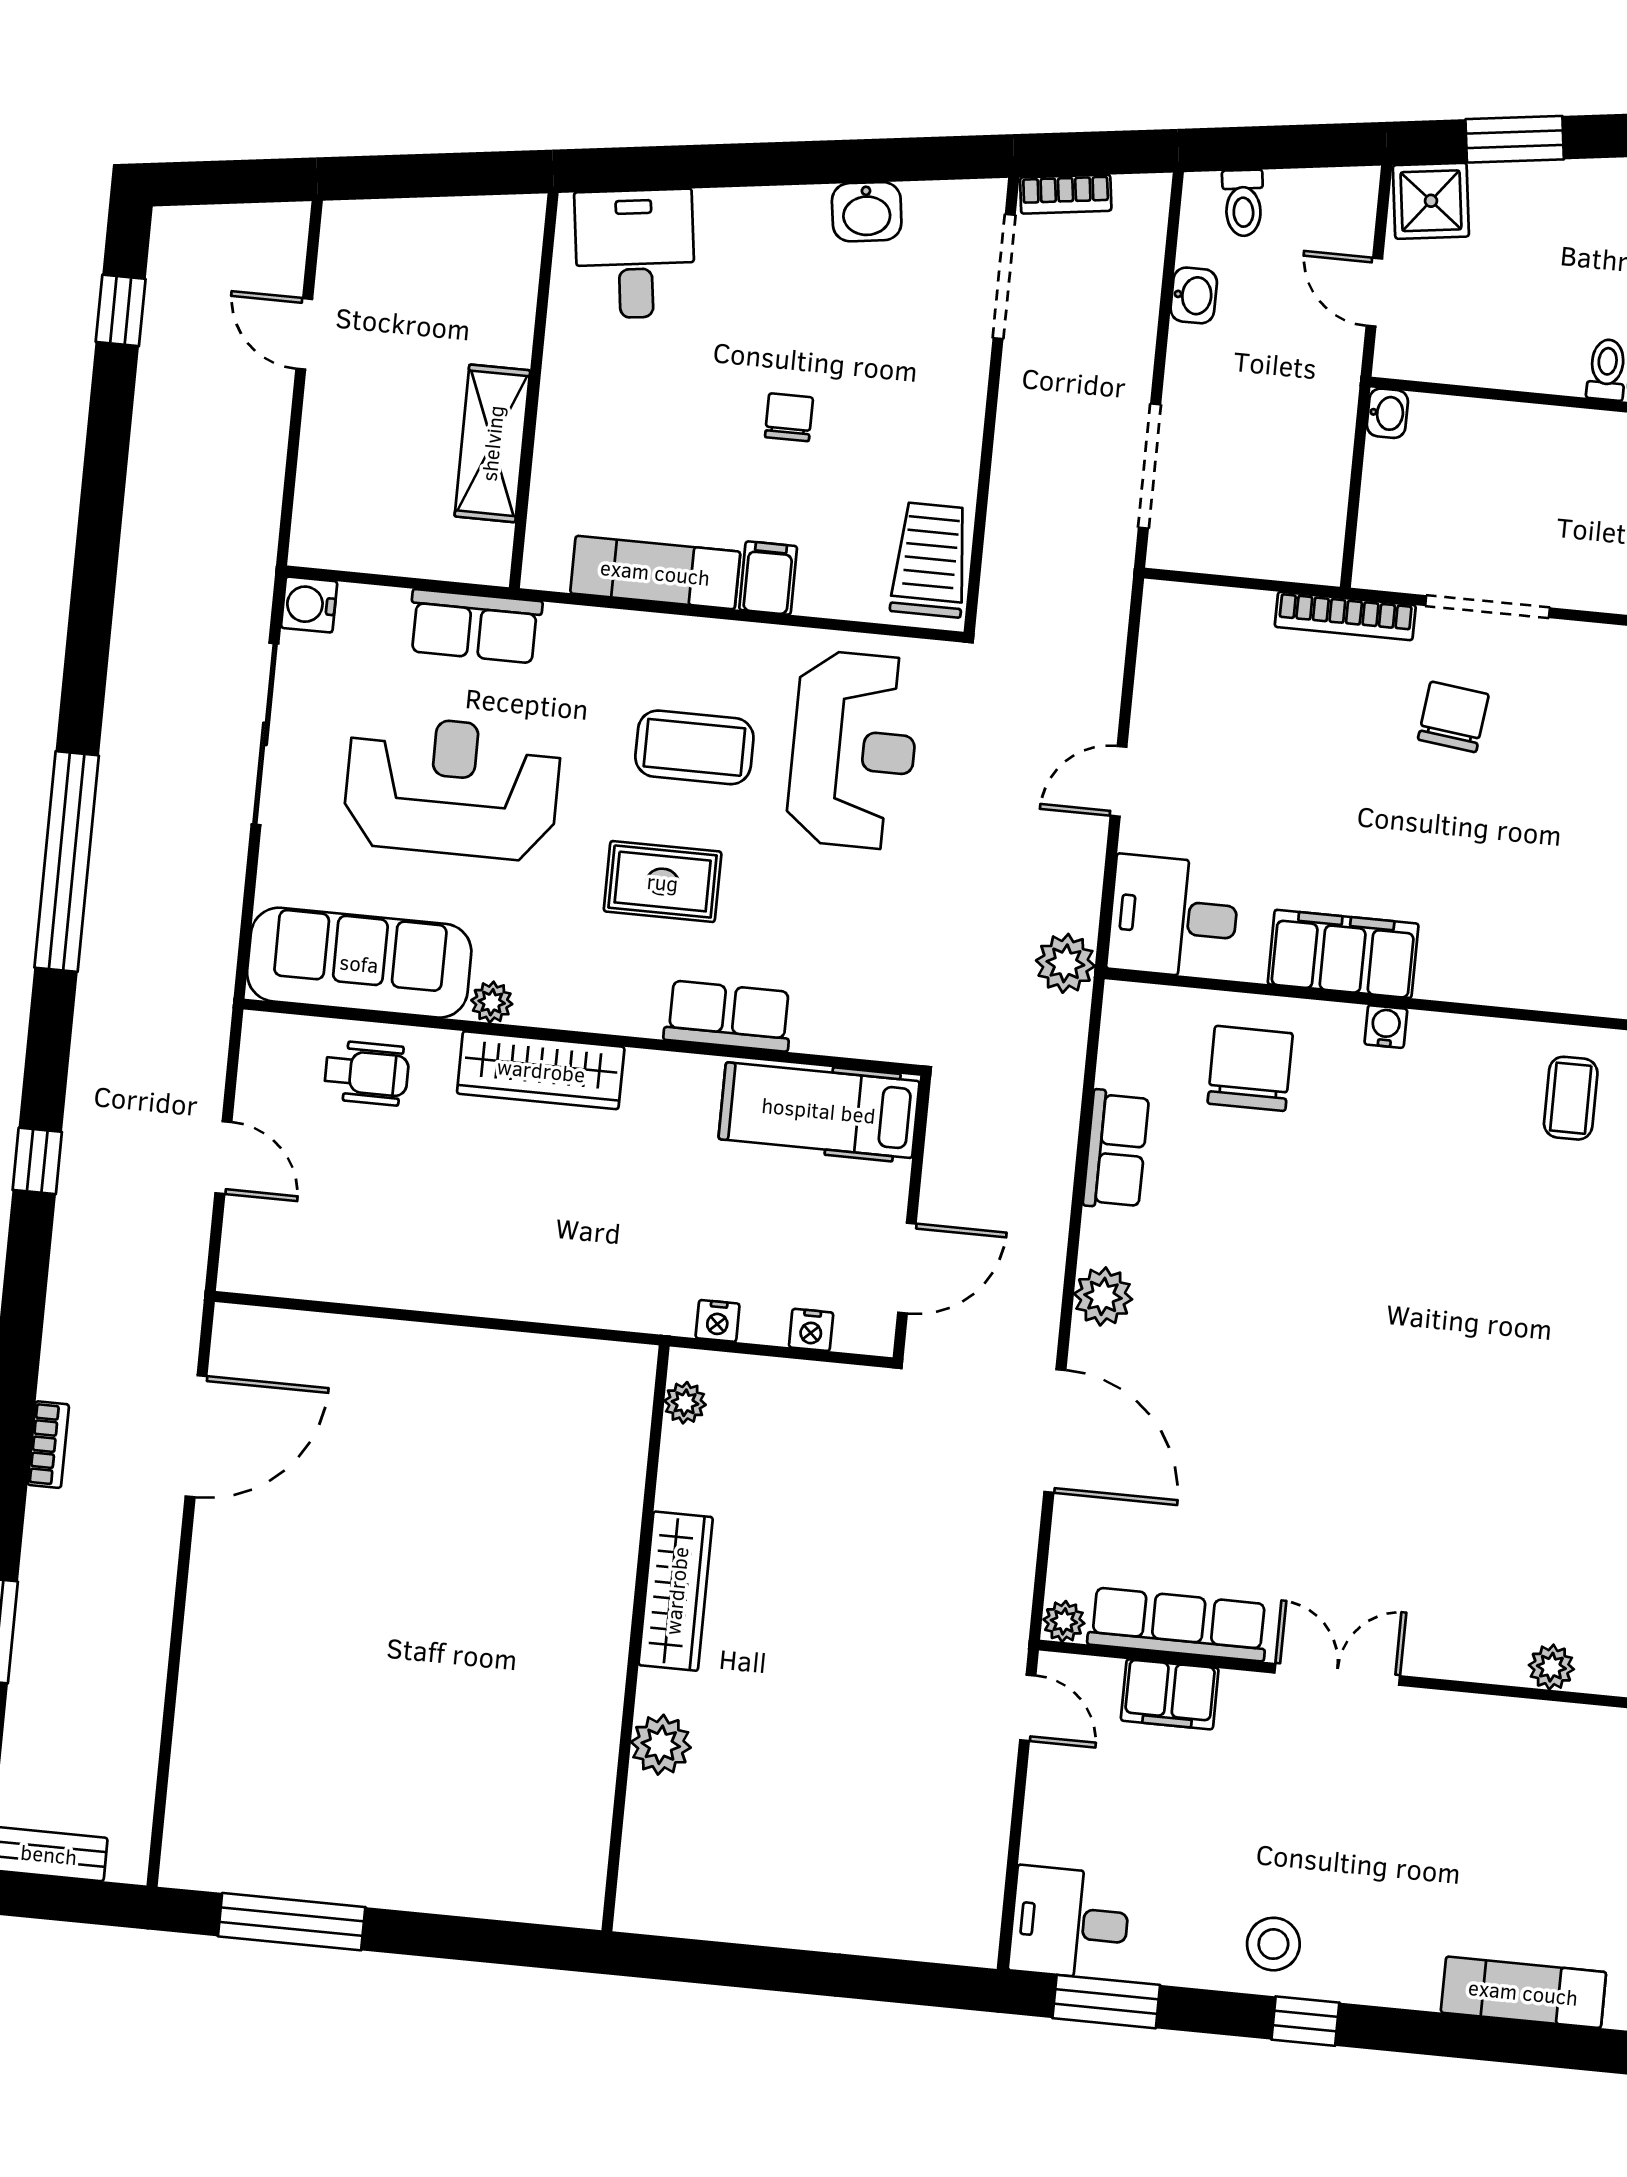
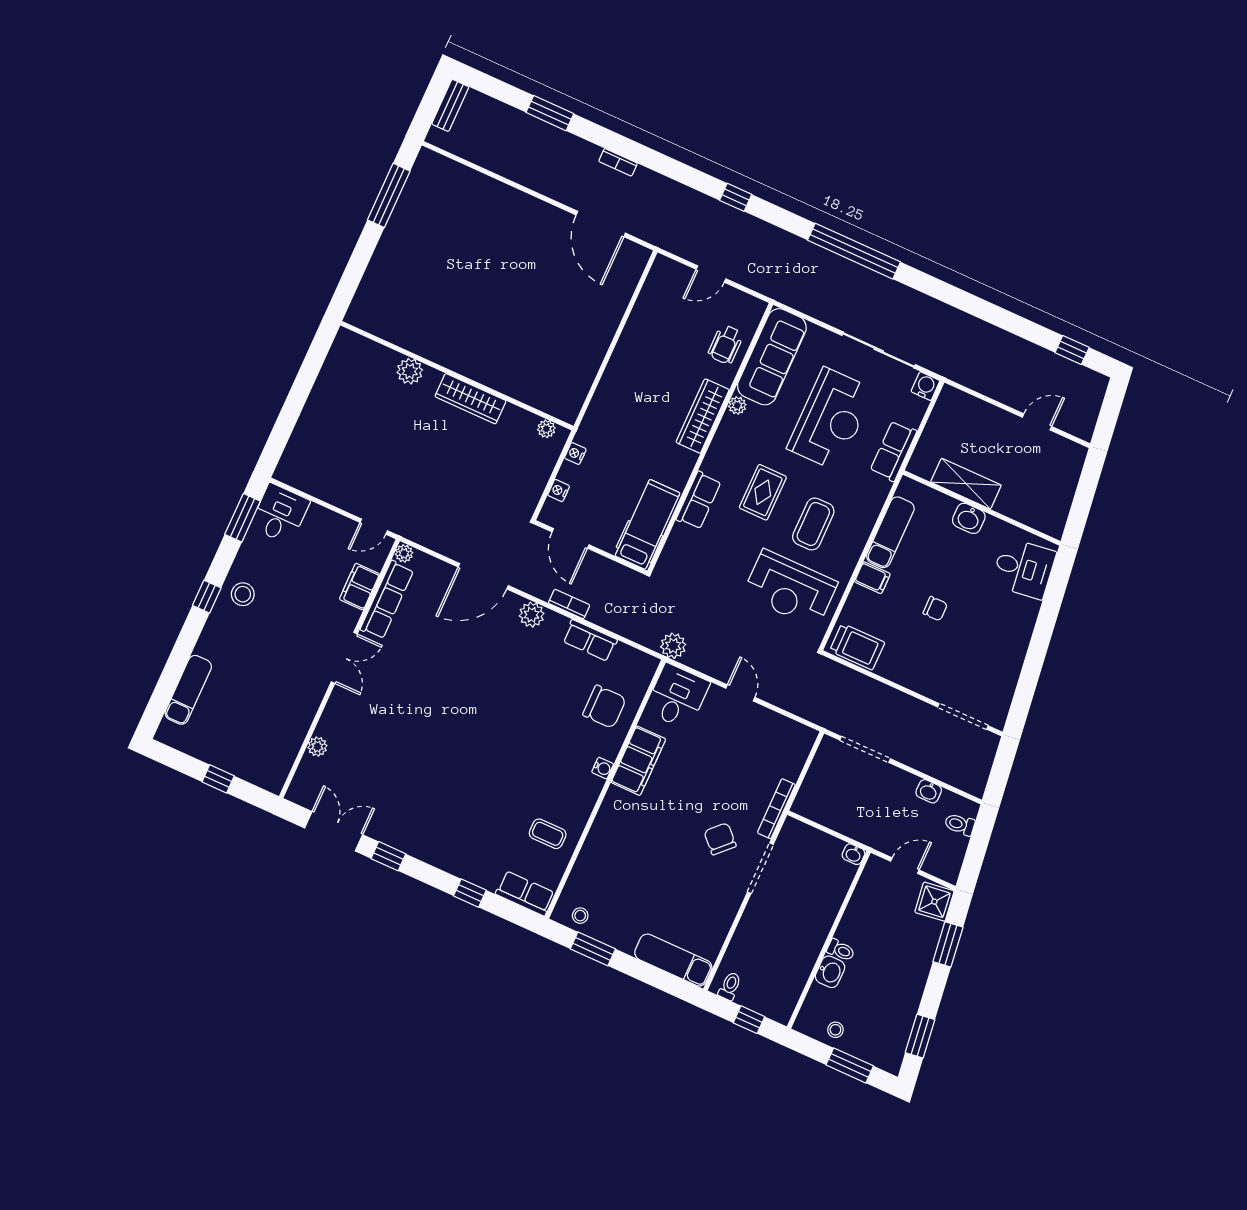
bookcase: (1066, 194) -> (569, 604), moved, turned 98
washbasin: (867, 212) -> (969, 518), moved, turned -82
chair: (1453, 717) -> (720, 839), turned -142

